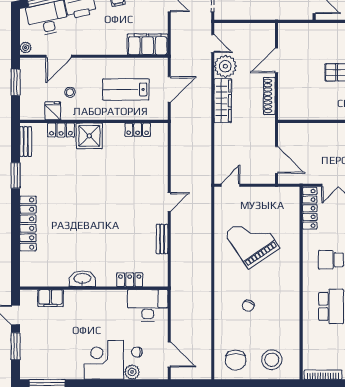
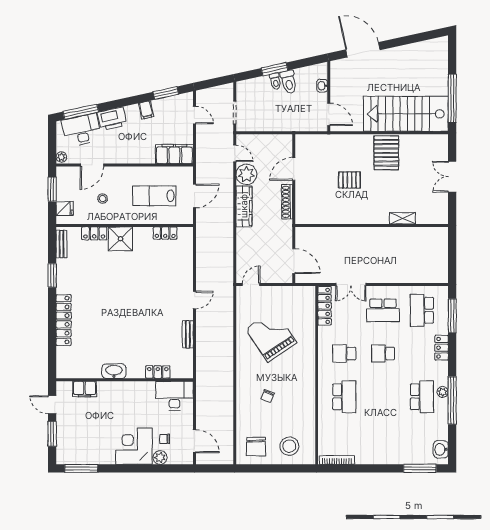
fridge: (53, 111) -> (65, 209), moved, turned 90

